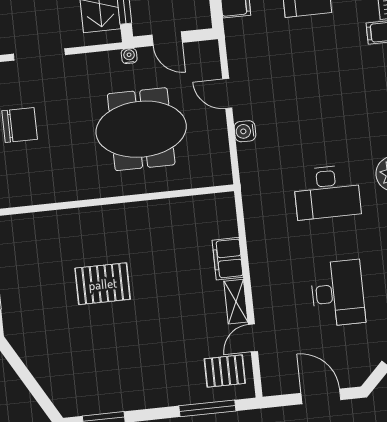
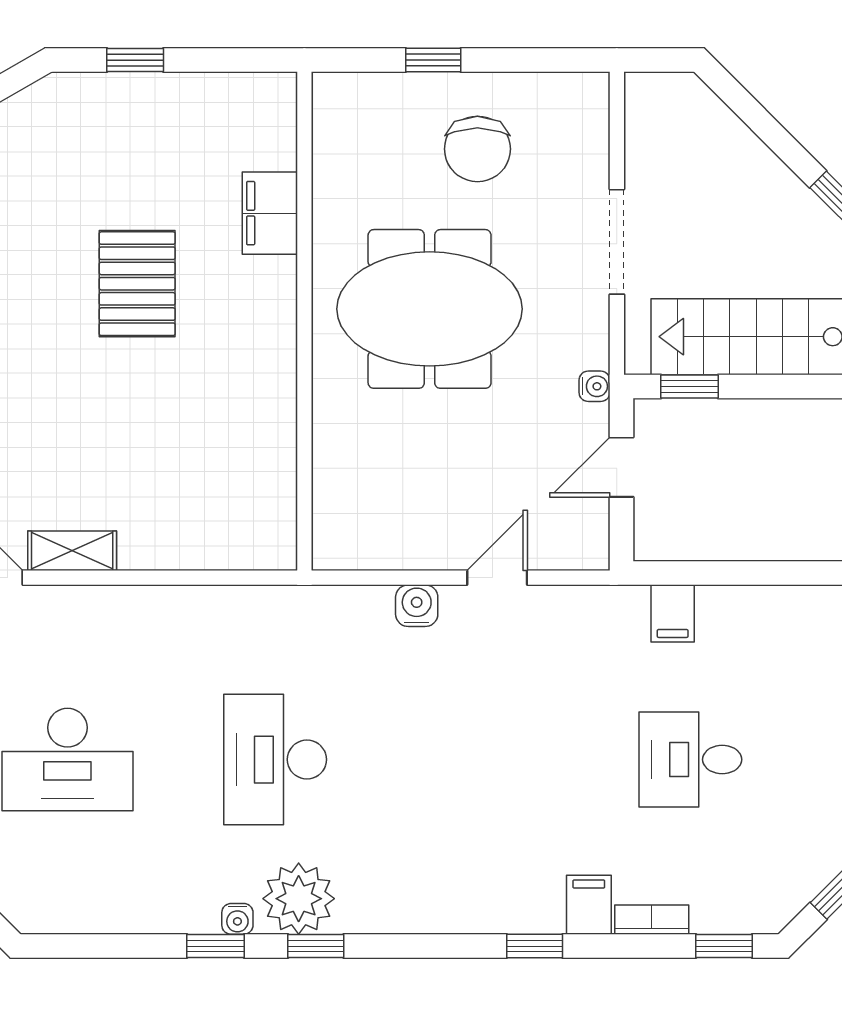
doorway: (39, 54) -> (617, 242), moved
meeting table: (141, 129) -> (430, 309), moved, turned 90
filing cabinet: (228, 259) -> (270, 213), moved, turned -90

